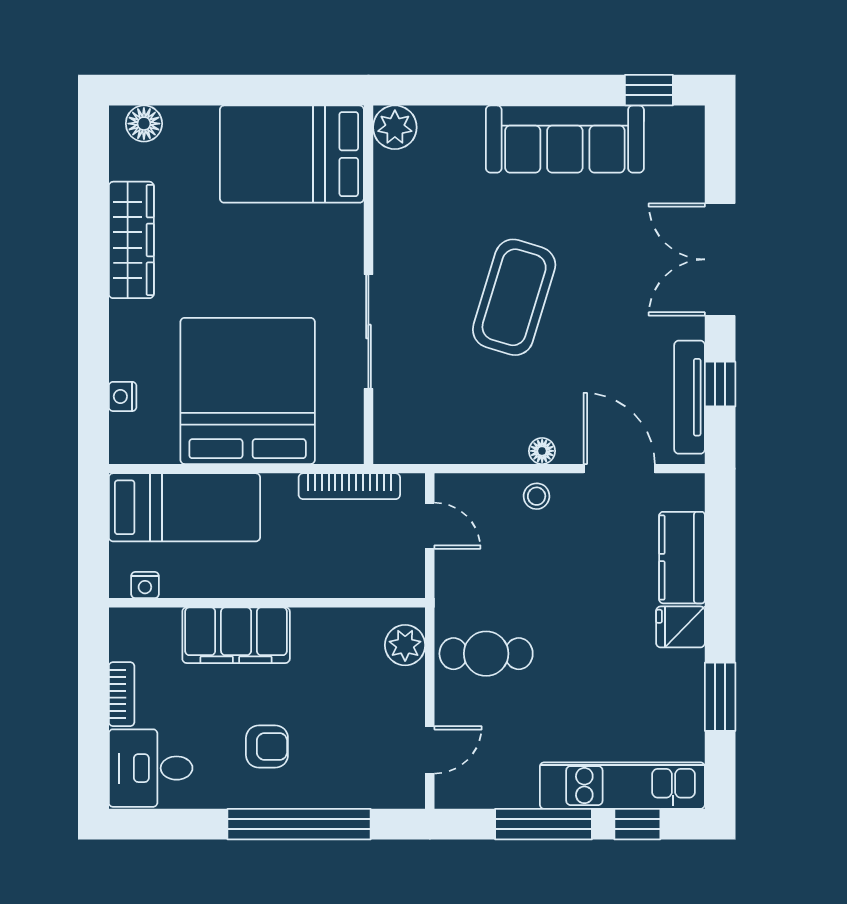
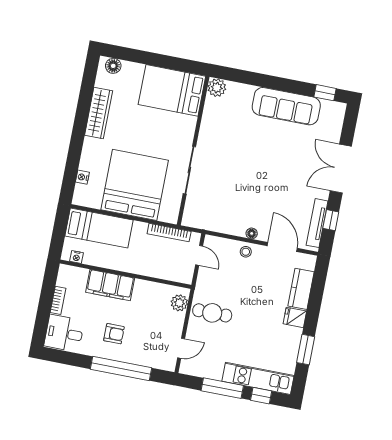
coffee table: (514, 297) -> (252, 168), removed

